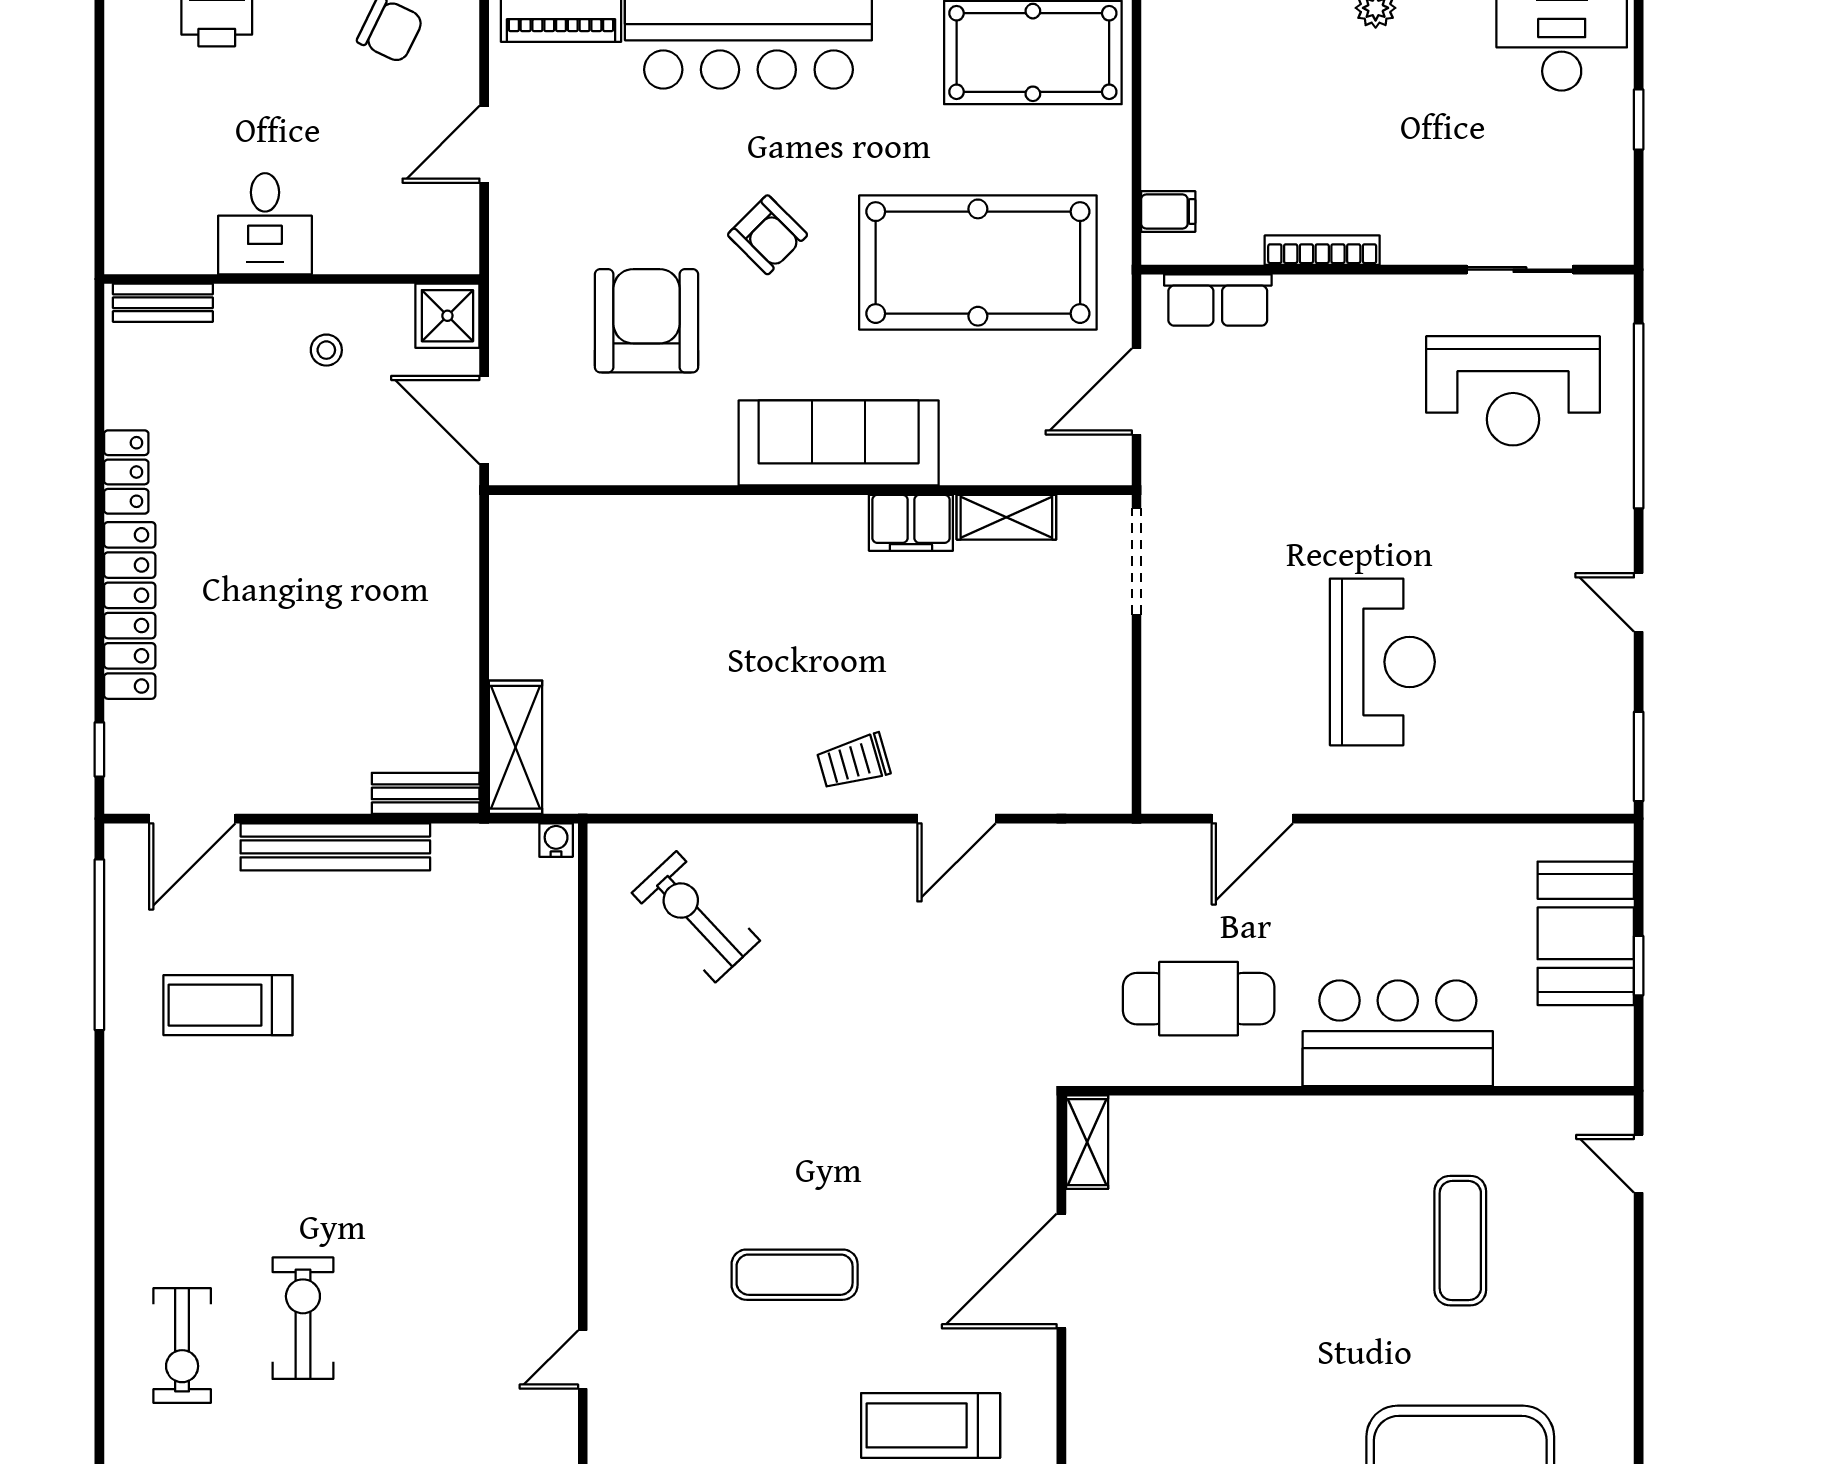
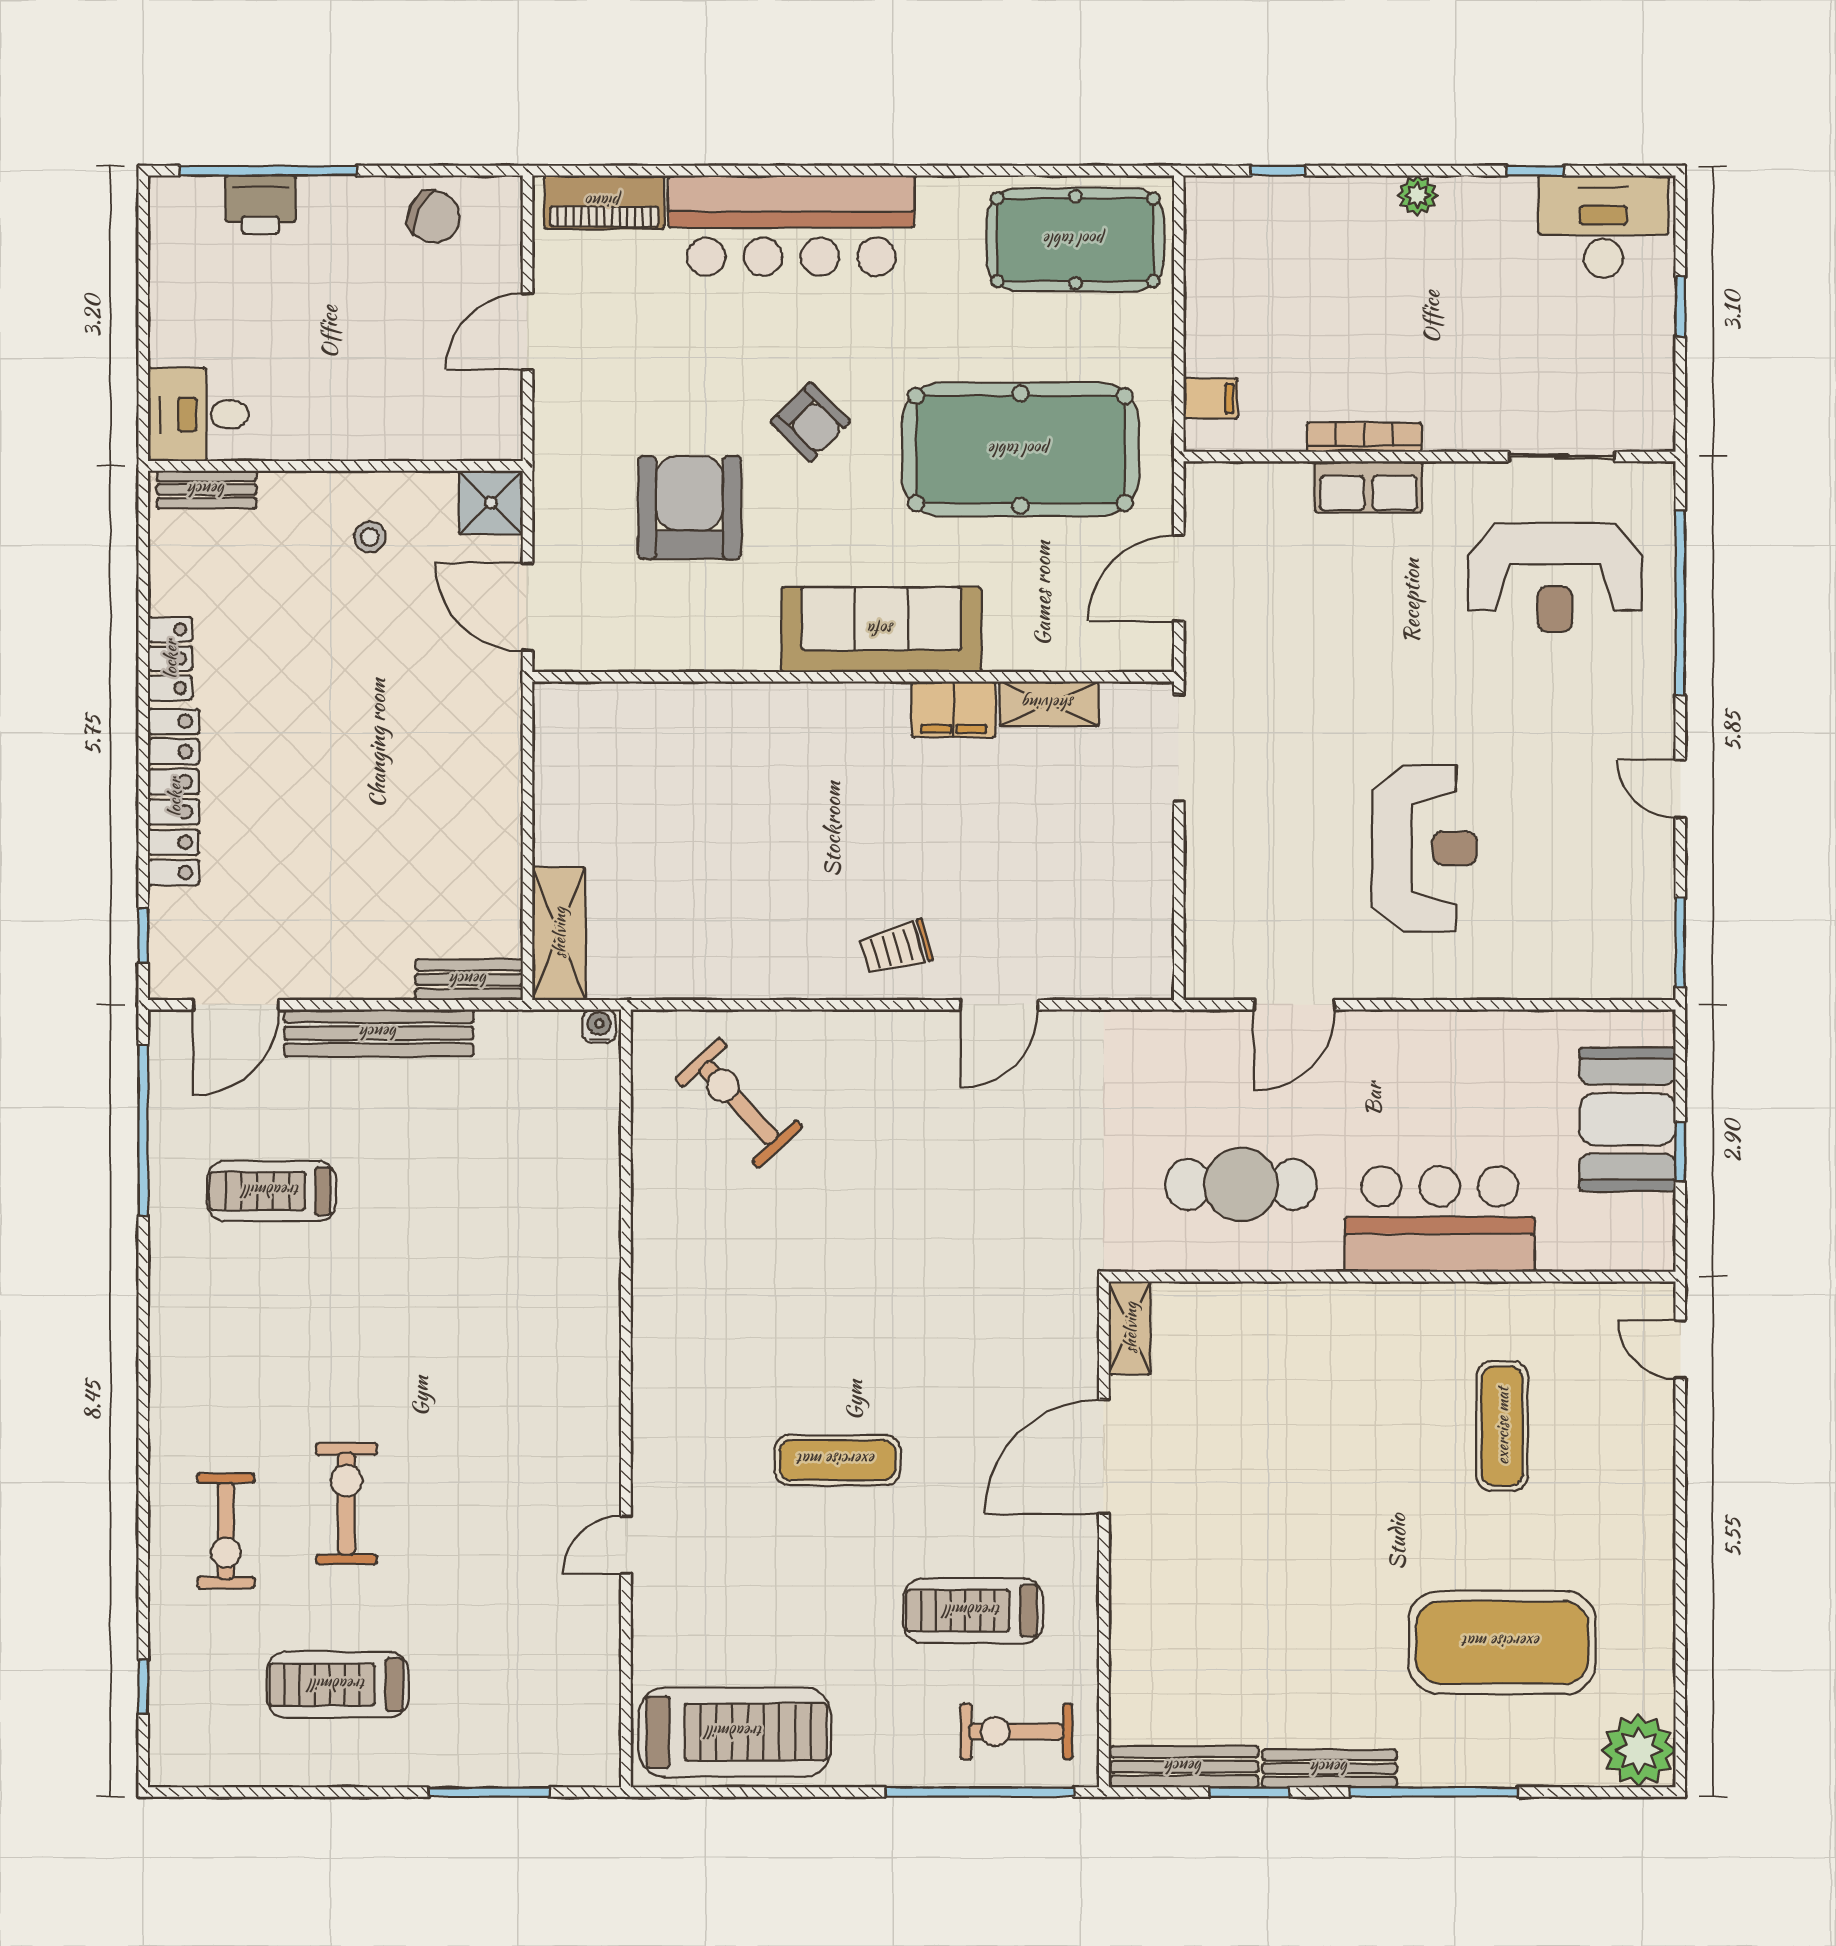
desk: (265, 224) -> (198, 414), moved, turned 90
row of seats: (1218, 300) -> (1368, 487), moved

